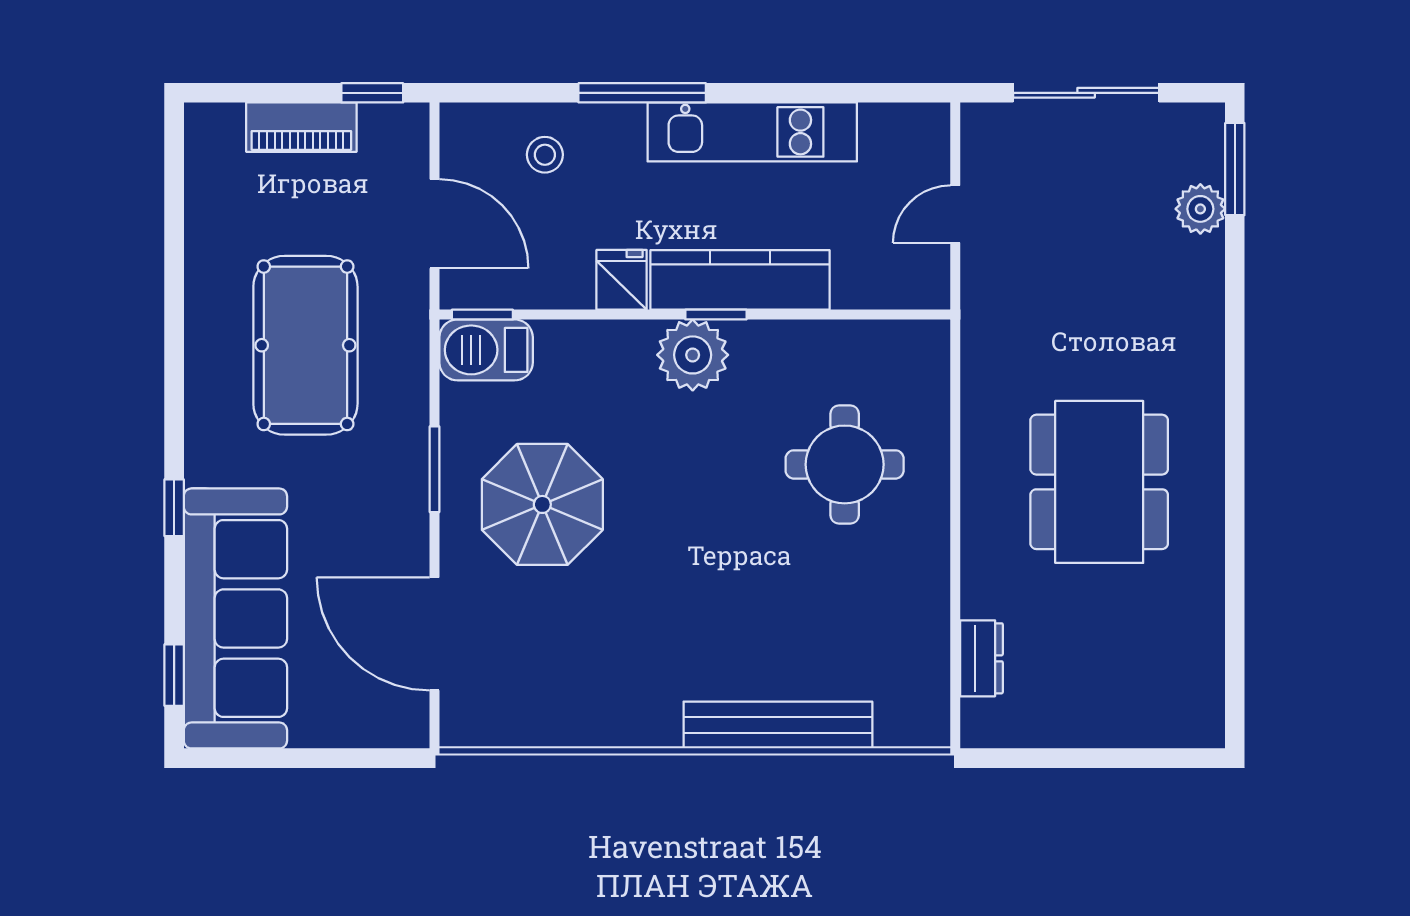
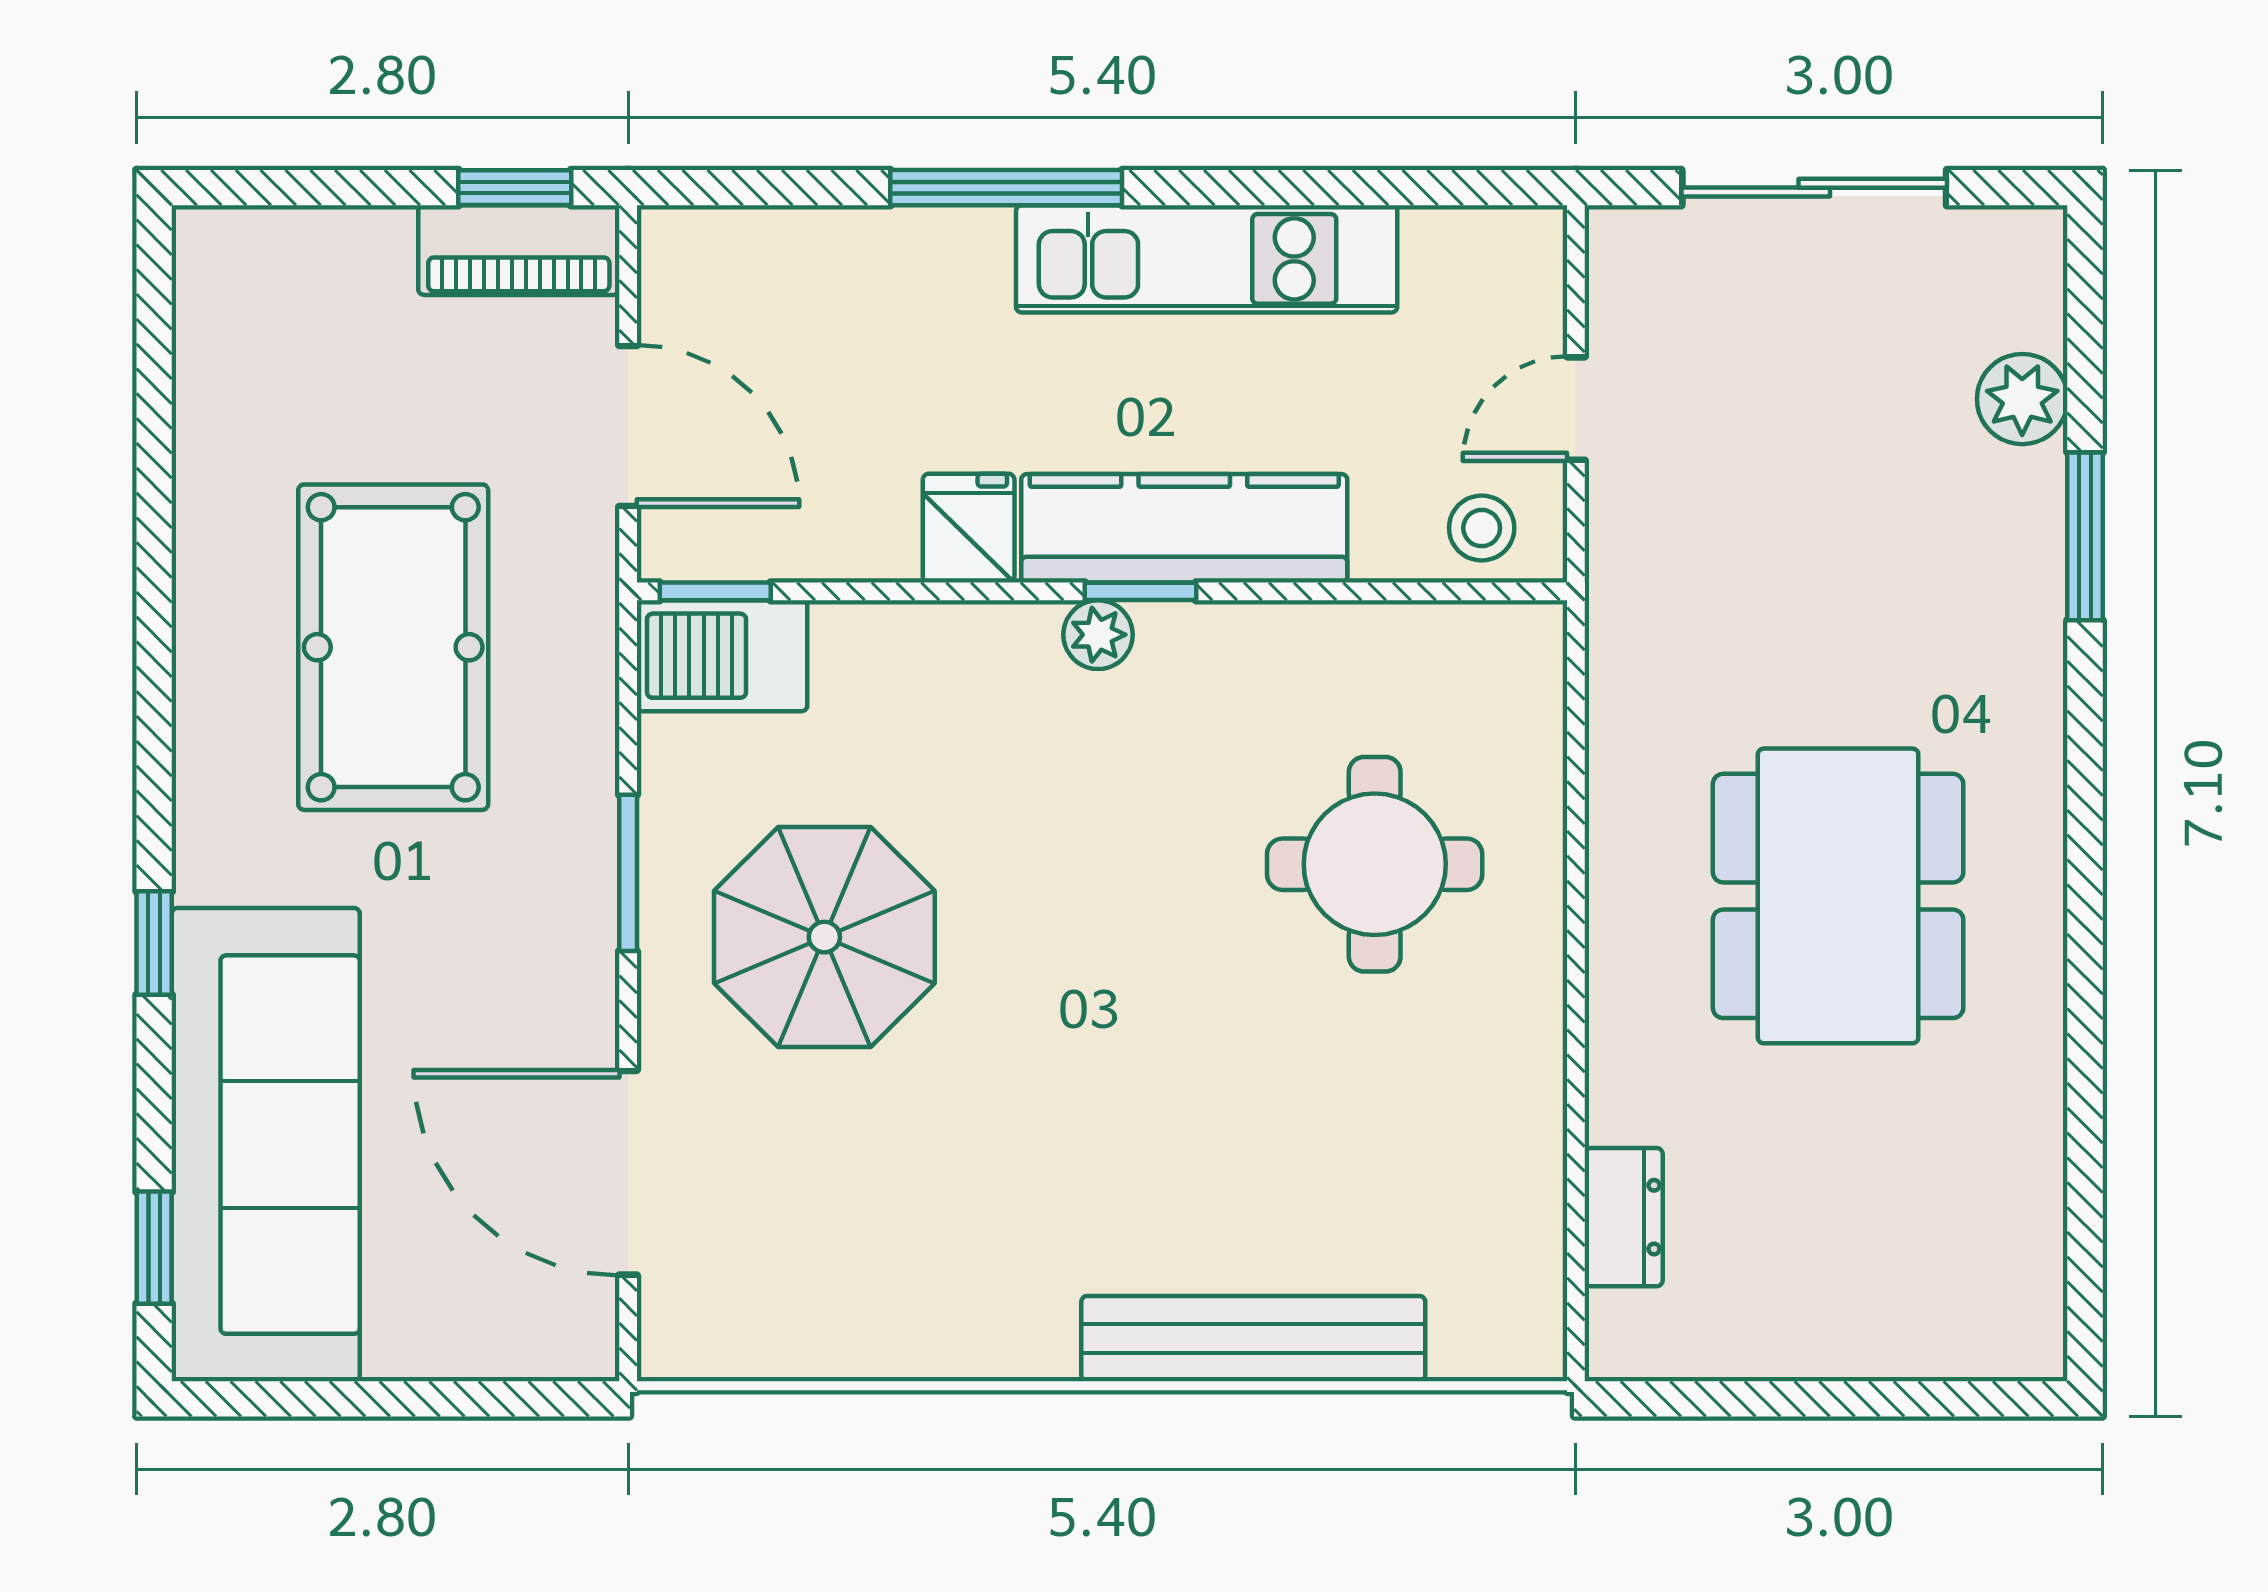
piano: (301, 127) -> (519, 250), moved
stool: (545, 155) -> (1482, 528), moved
window: (1235, 169) -> (2085, 536), moved
plant: (693, 355) -> (1098, 635), width x0.53, depth x0.53

